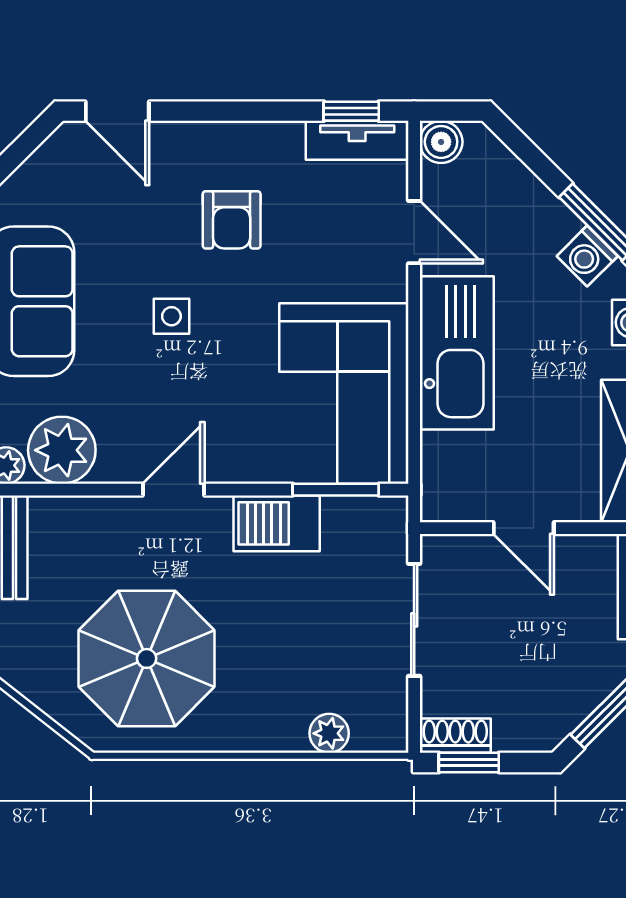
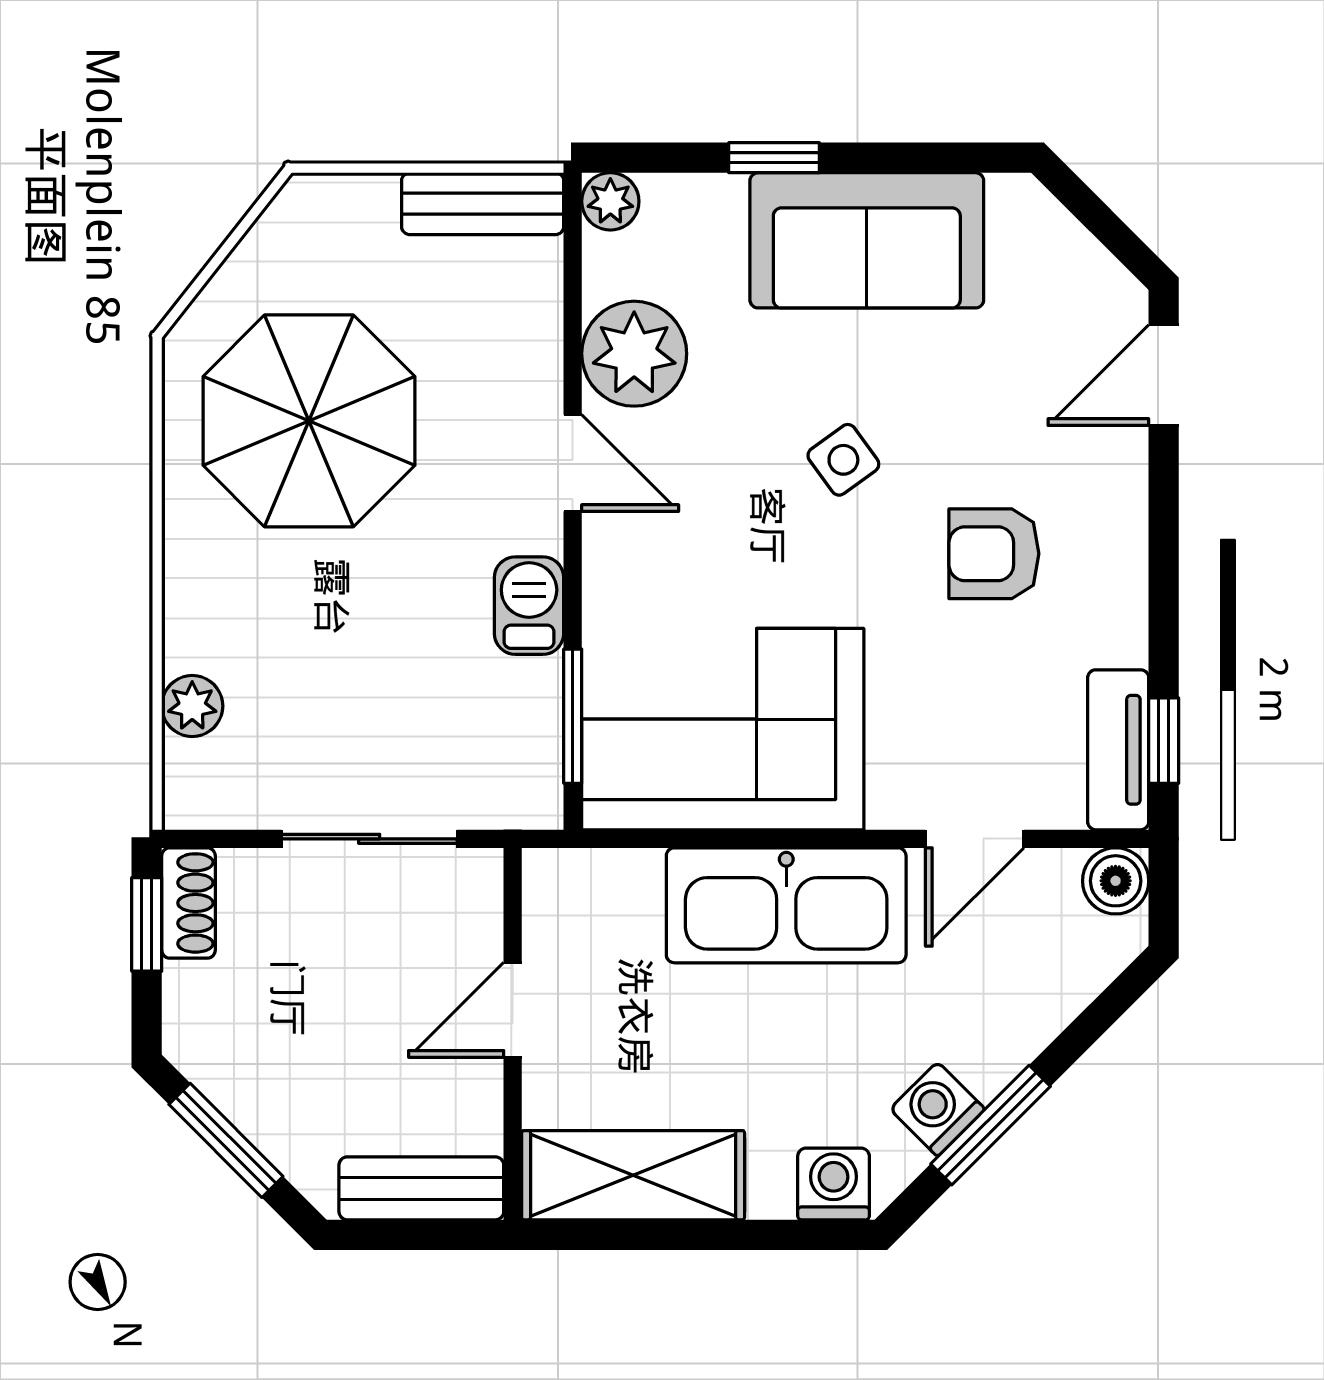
side table: (171, 316) -> (843, 460), turned -36
plant: (62, 450) -> (634, 354), moved
barbecue: (277, 523) -> (529, 606), width x0.73, depth x0.79

